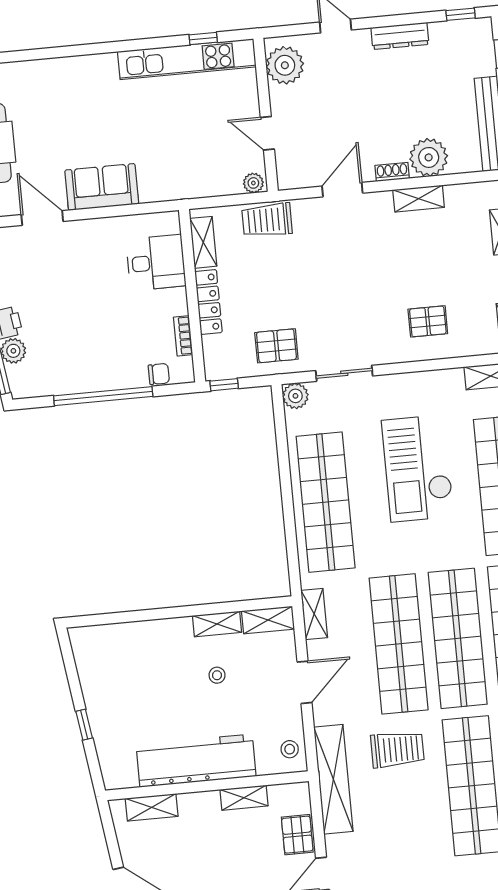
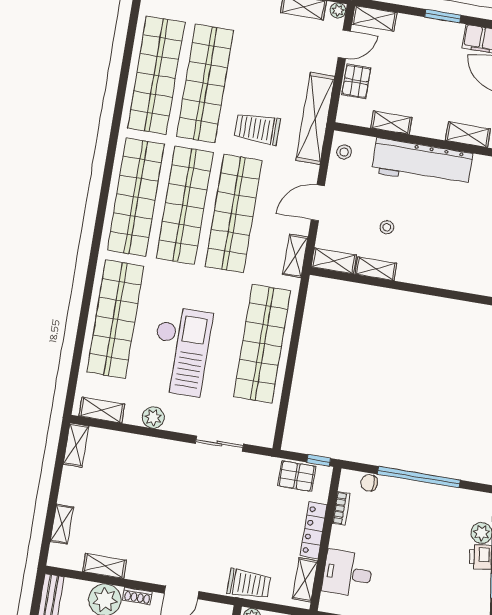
shelving: (419, 199) -> (105, 566), moved
pallet: (428, 321) -> (141, 468), removed
pallet: (276, 346) -> (297, 476), moved
plant: (295, 396) -> (153, 417), moved

